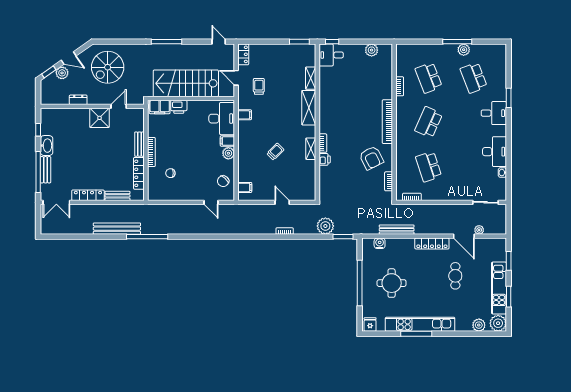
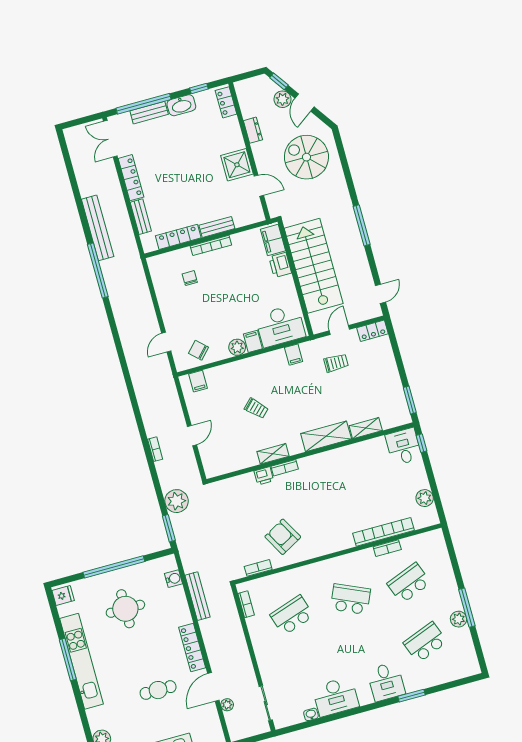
locker: (53, 113) -> (226, 102), added
bookcase: (387, 122) -> (384, 532), moved
armchair: (371, 158) -> (283, 537), turned 88

